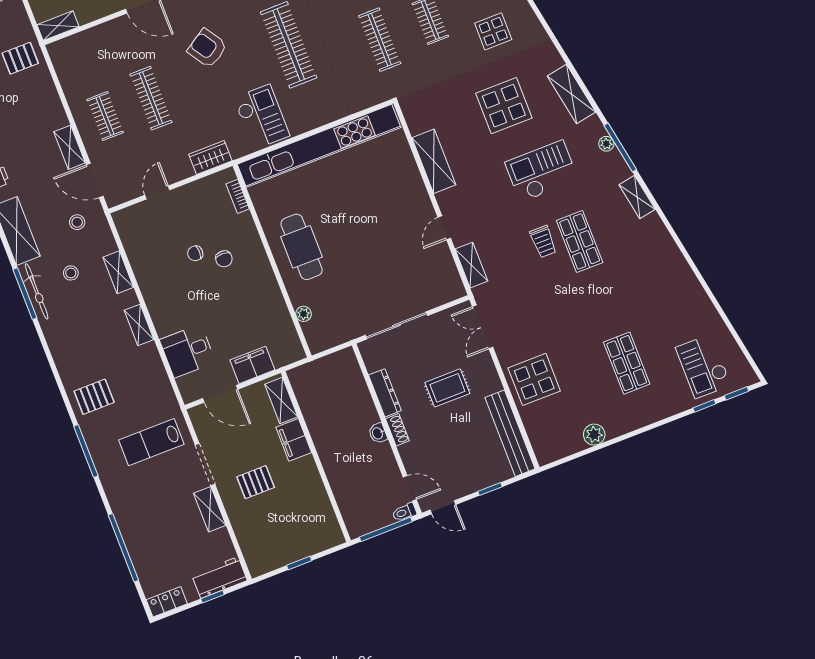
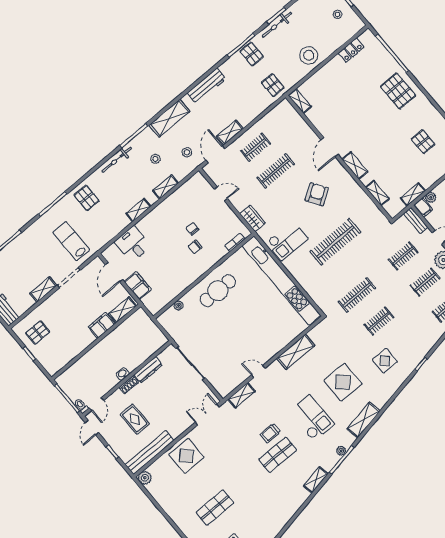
bicycle: (37, 291) -> (117, 160), moved
rug: (447, 388) -> (135, 419), moved
plant: (594, 435) -> (145, 478), moved
pallet: (256, 482) -> (38, 333), moved, turned 90

